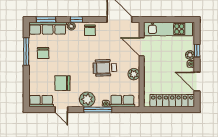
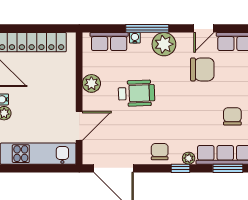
door: (142, 47) -> (79, 126), hinge flipped
door: (61, 110) -> (204, 28), swing flipped

